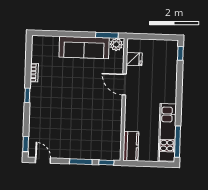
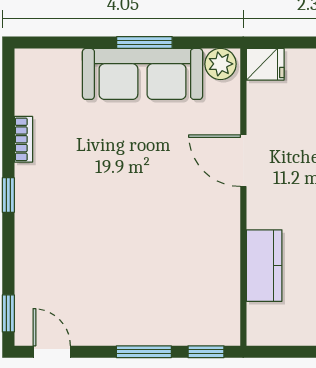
window: (107, 35) -> (144, 42), moved
fridge: (134, 59) -> (265, 64), moved
kitchen counter: (131, 146) -> (264, 266), moved

